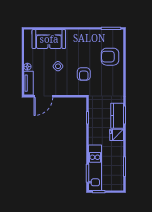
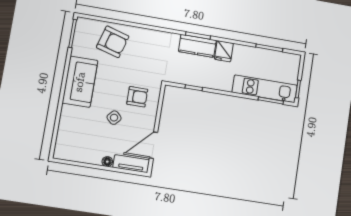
sofa: (49, 39) -> (80, 82), moved
armchair: (110, 57) -> (113, 42), turned -74
armchair: (84, 74) -> (137, 97), moved
door: (43, 96) -> (154, 145), swing flipped

